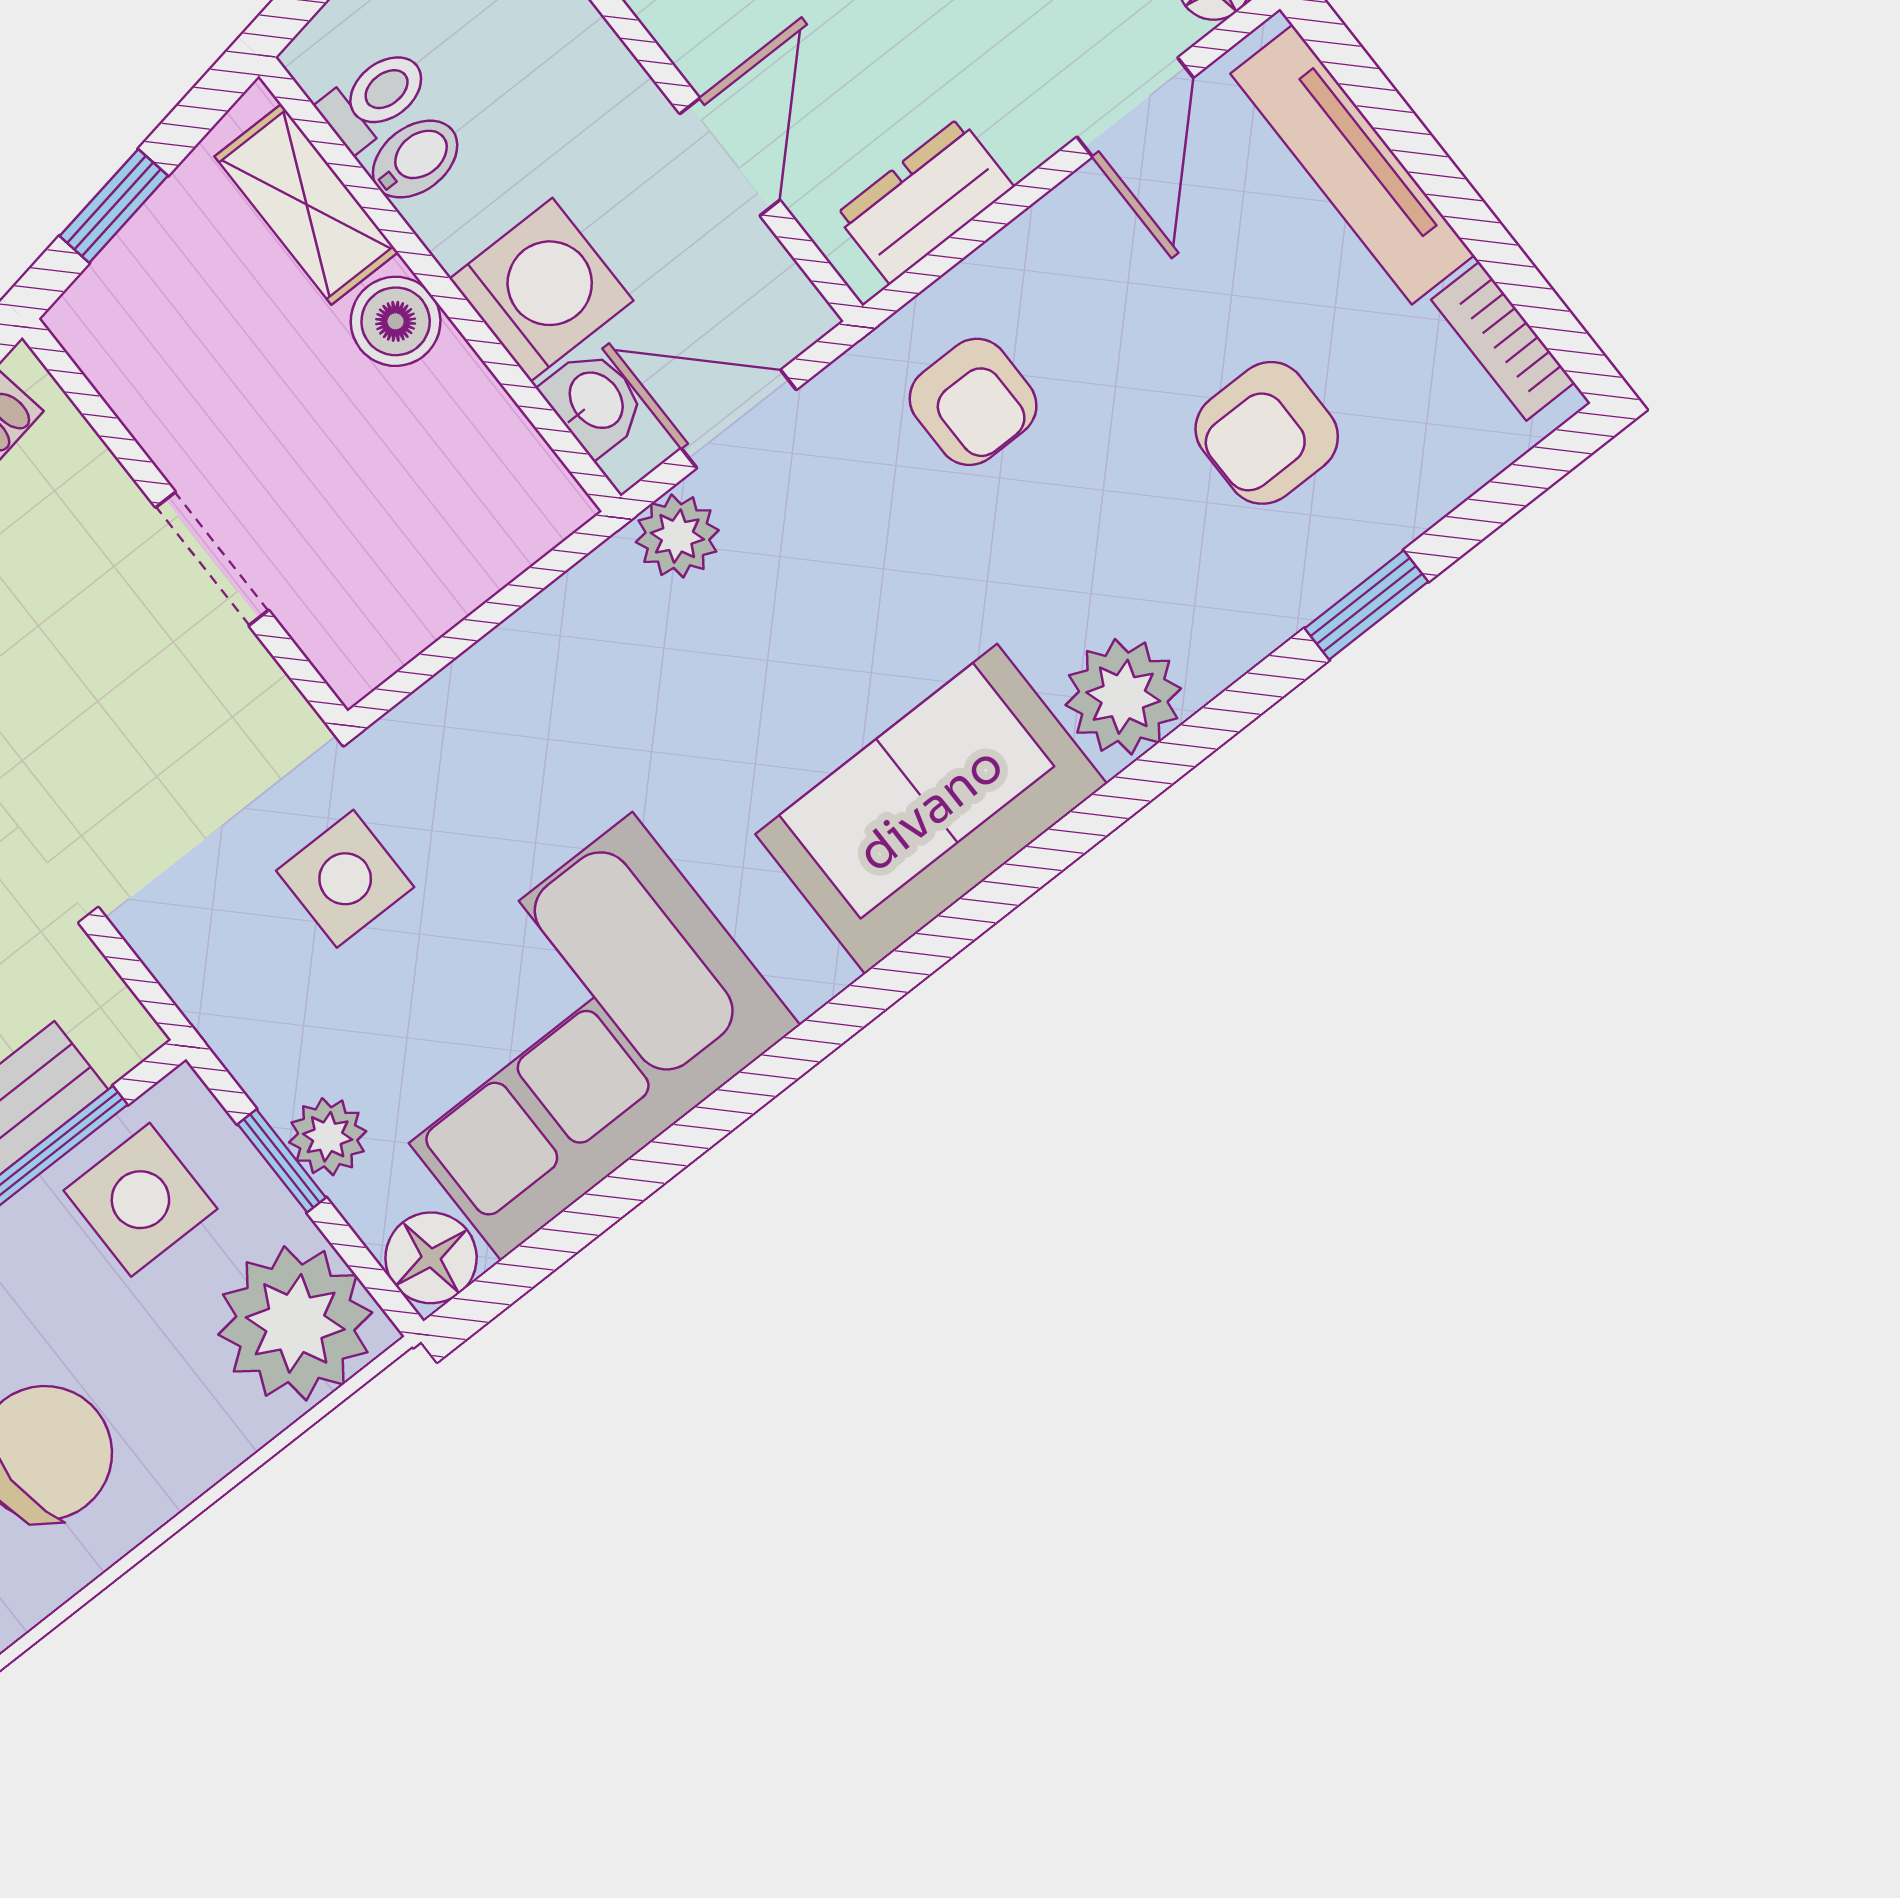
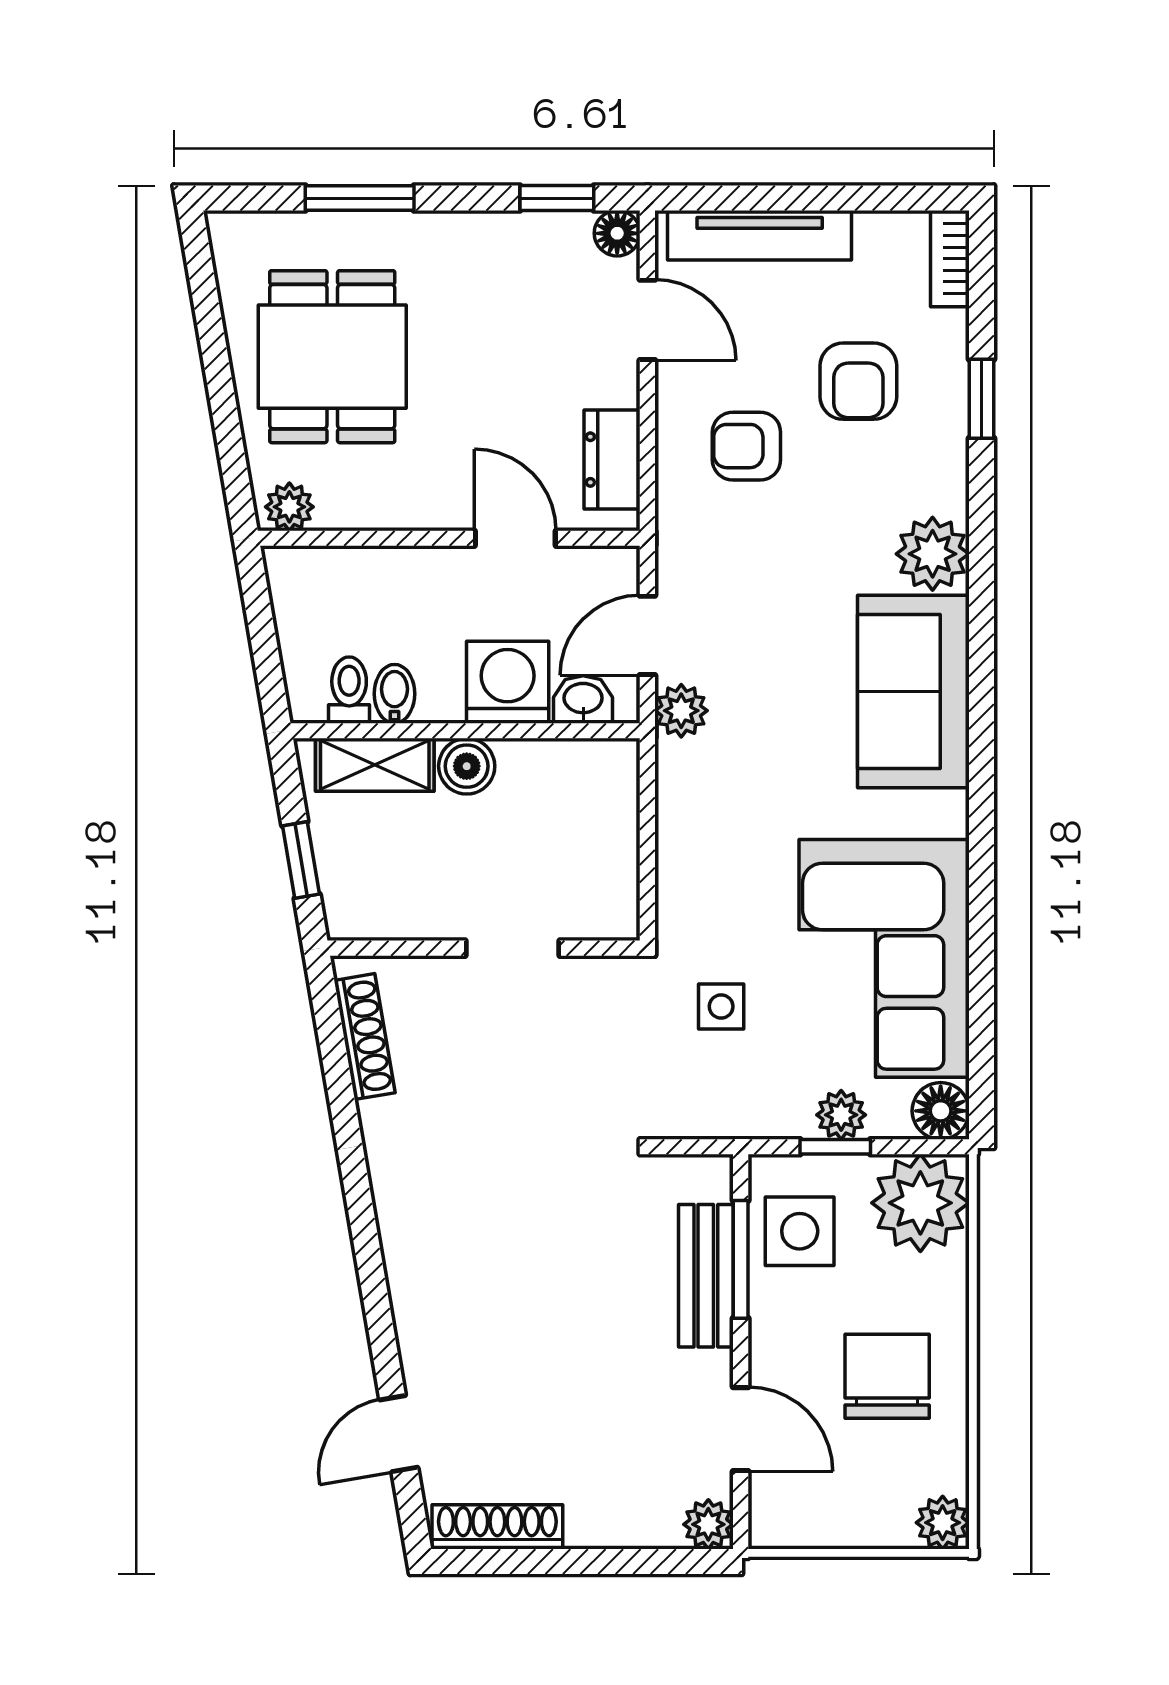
bookcase: (1503, 341) -> (950, 259), moved, turned 90
armchair: (973, 402) -> (746, 446), moved, turned 180
side table: (345, 879) -> (721, 1006), width x0.73, depth x0.73

